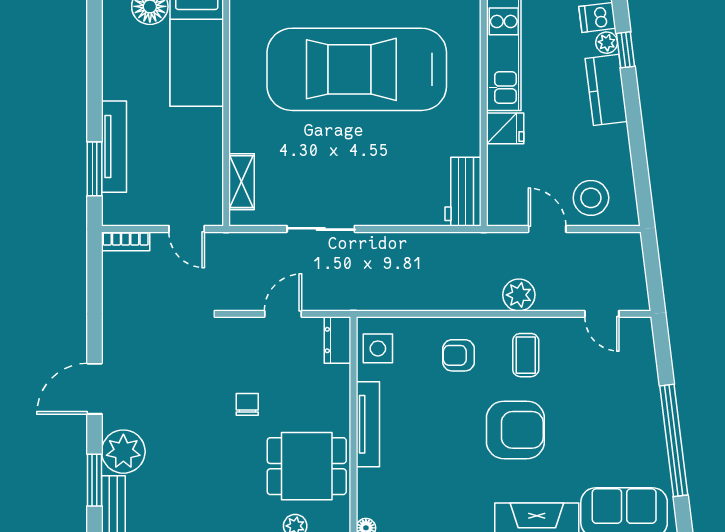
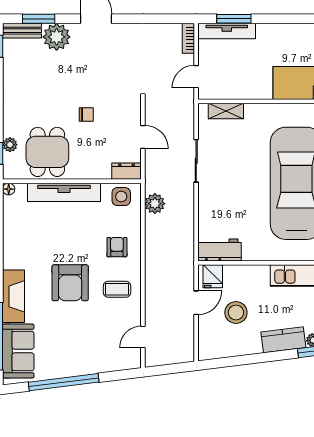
fridge: (505, 128) -> (213, 276), moved
tv unit: (114, 147) -> (227, 31), moved
stool: (591, 198) -> (236, 313), moved
plant: (519, 295) -> (155, 204), moved
tv unit: (368, 424) -> (64, 192), width x1.36, depth x1.29

